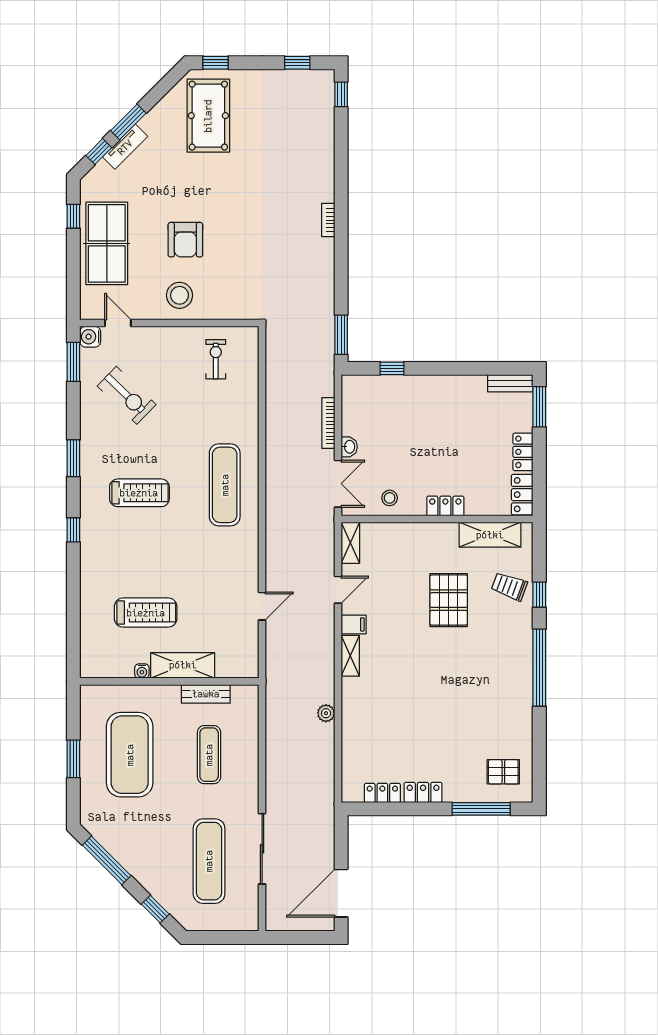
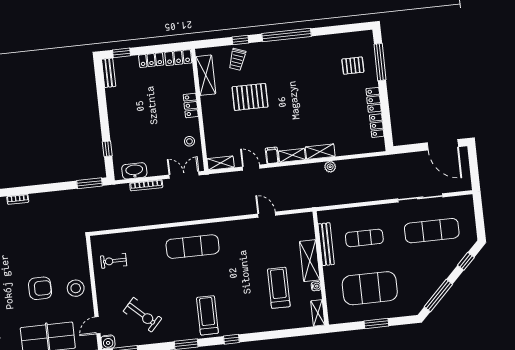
exercise bike: (127, 395) -> (143, 315), turned 89
window: (539, 407) -> (121, 53), width x0.67
washbasin: (349, 447) -> (134, 171), moved, width x1.91, depth x1.45
treadmill: (139, 493) -> (207, 315), moved
shelving: (100, 669) -> (318, 313), added
bench: (206, 694) -> (326, 244), width x1.36
shelving: (351, 700) -> (320, 152), added
pallet: (503, 772) -> (353, 66), moved, turned 90

